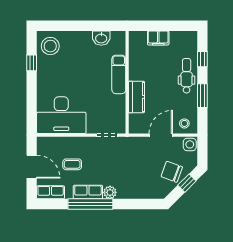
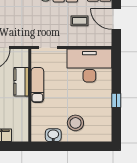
stool: (50, 46) -> (75, 123), moved
window: (32, 63) -> (116, 100), moved
exam couch: (119, 74) -> (37, 85), moved

